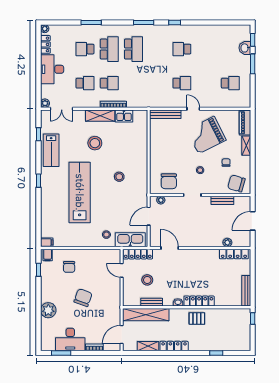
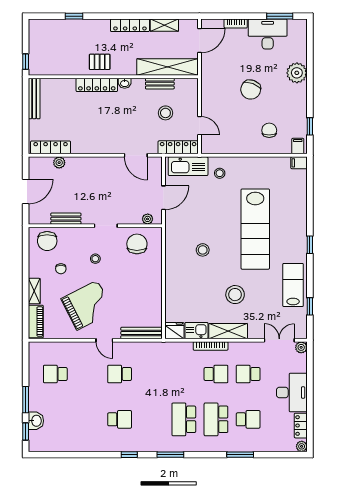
school desk: (109, 83) -> (216, 374), turned 180
fridge: (140, 116) -> (174, 331), added
chair: (236, 183) -> (47, 241), turned 74

